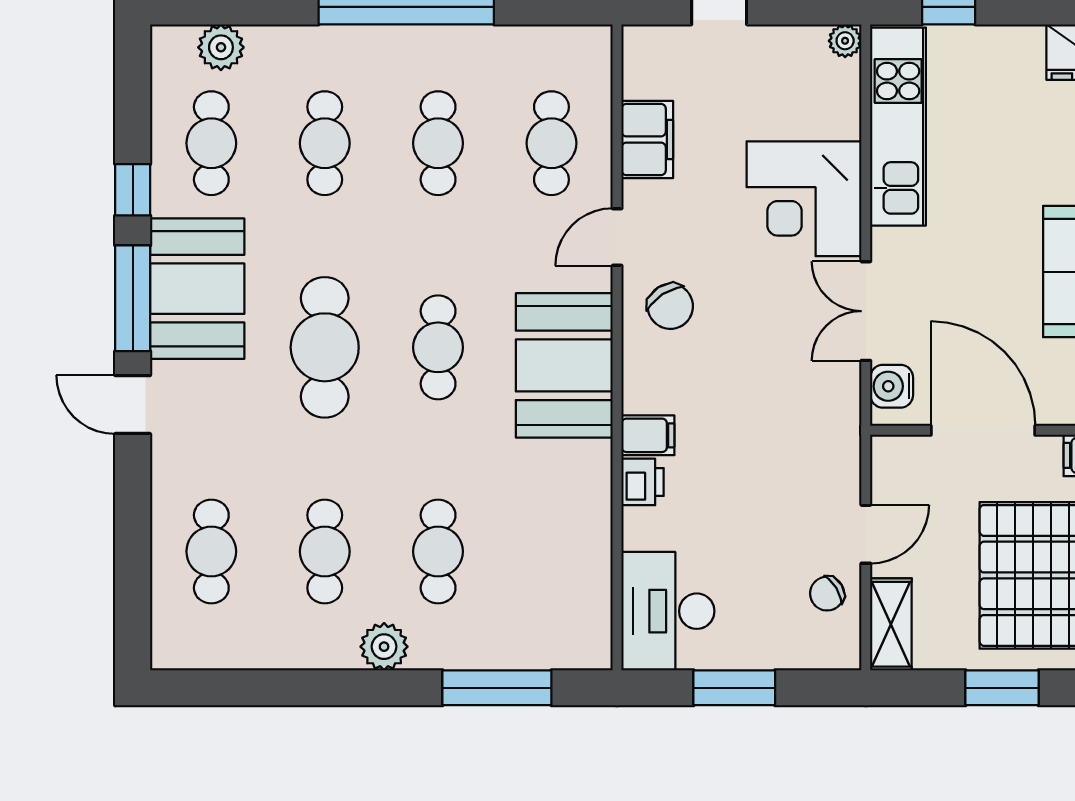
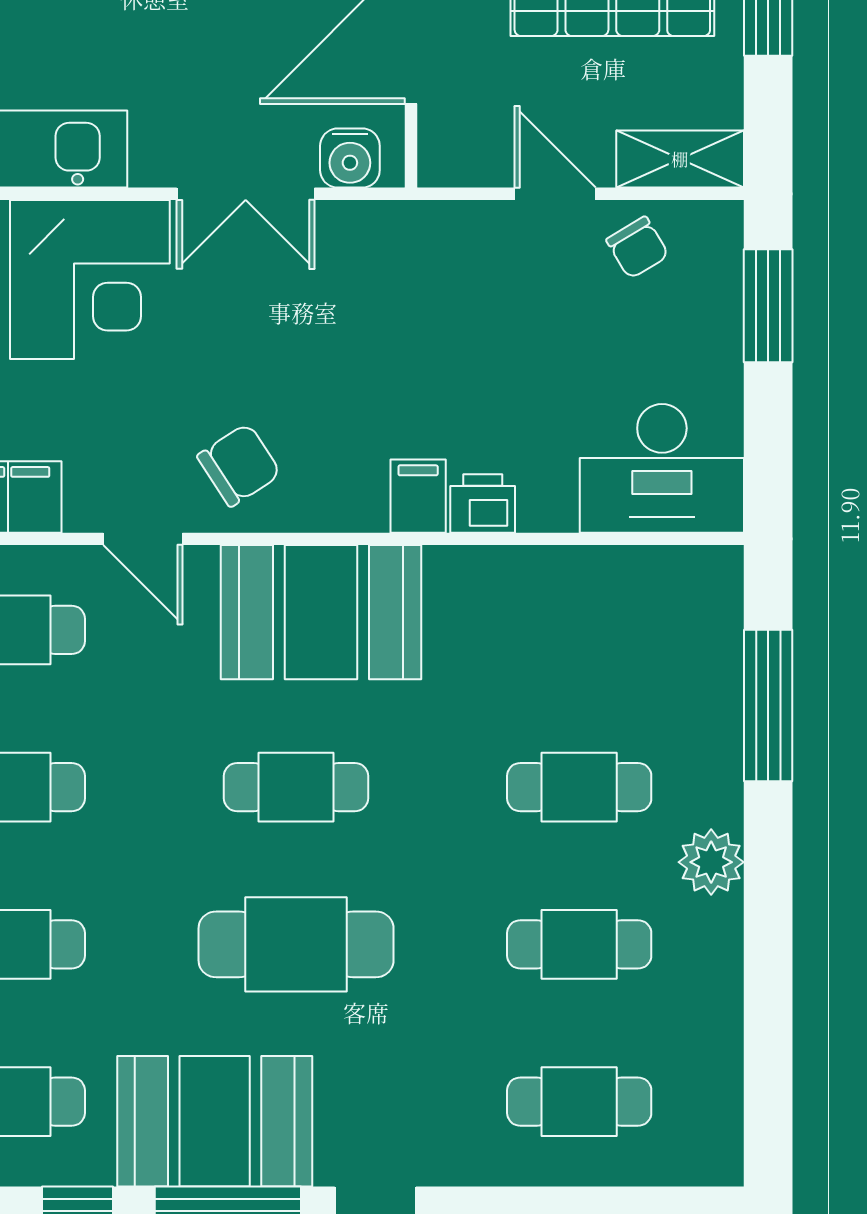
window: (734, 688) -> (768, 306), moved

